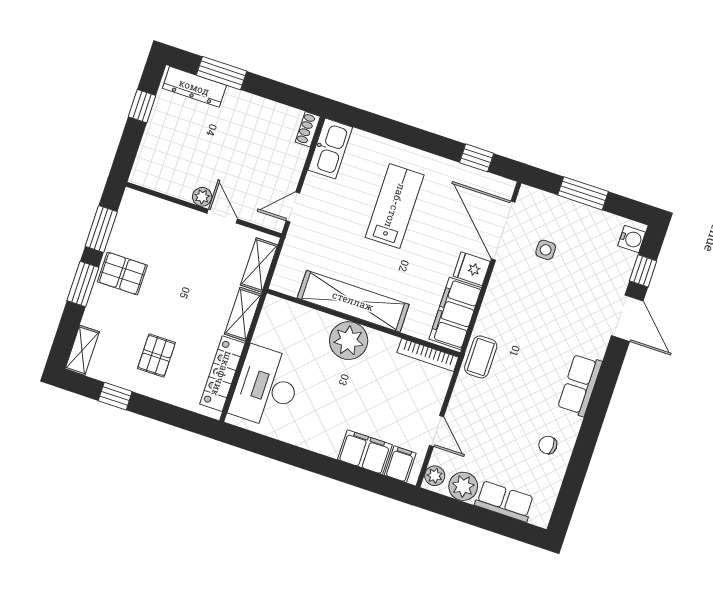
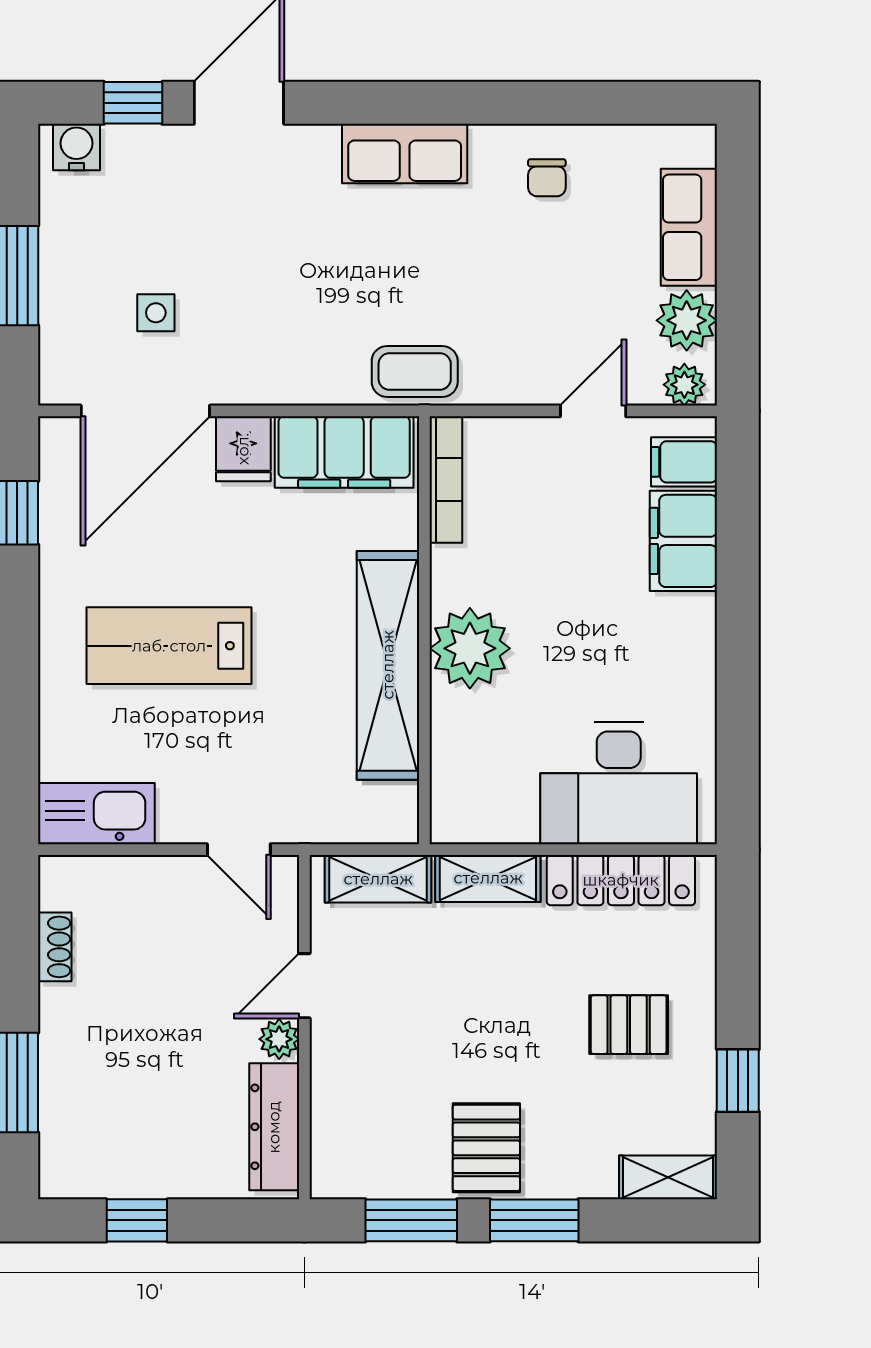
dresser: (194, 87) -> (274, 1127), moved, turned 180
shoe rack: (308, 129) -> (55, 947), moved, turned -90

